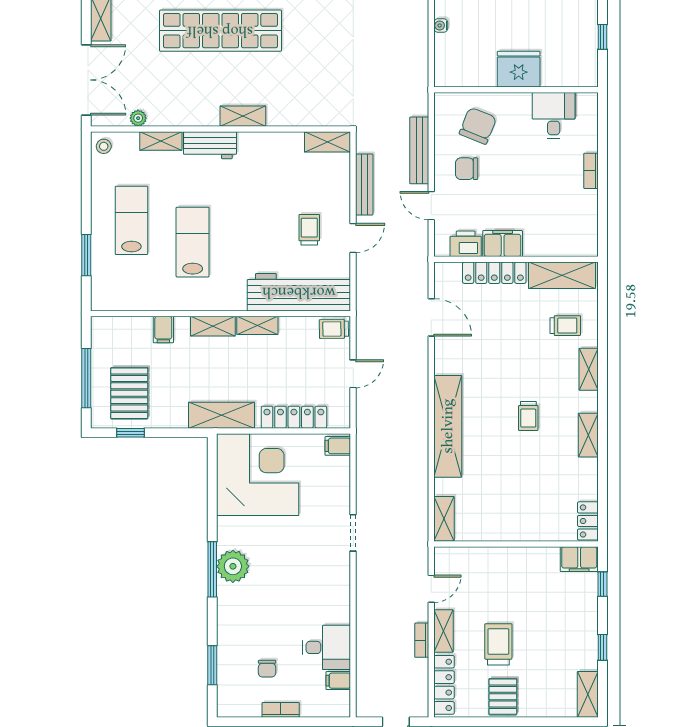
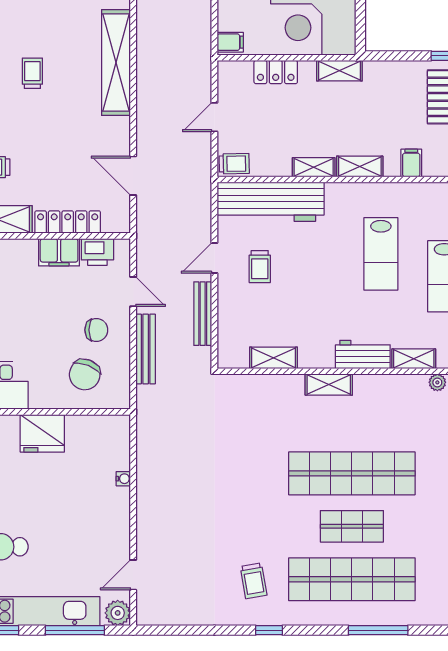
shelving: (327, 142) -> (274, 358), moved
shelving: (221, 415) -> (339, 71), width x0.67, depth x0.75
locker: (294, 417) -> (276, 72), width x0.66

